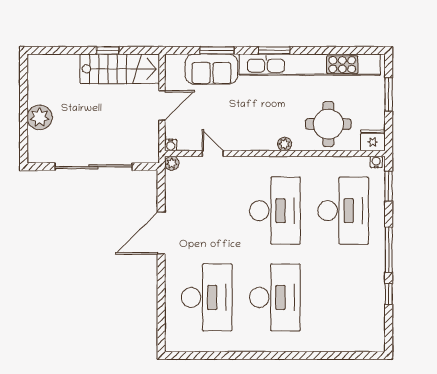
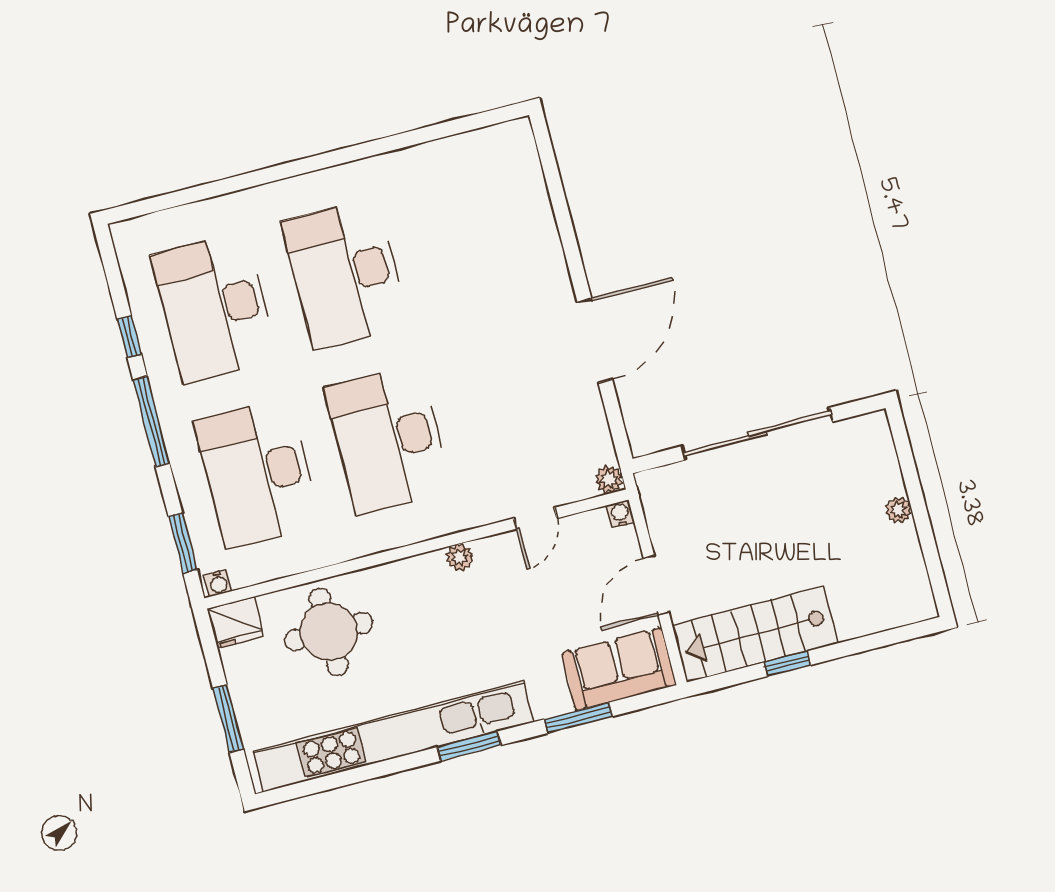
sofa: (211, 69) -> (619, 669), moved
plant: (40, 117) -> (899, 510), width x0.53, depth x0.53
plant: (285, 144) -> (460, 557), moved
door: (213, 154) -> (535, 518), hinge flipped
desk: (207, 297) -> (215, 307), moved

